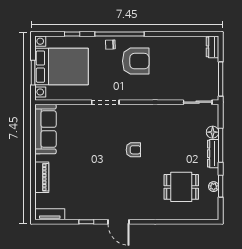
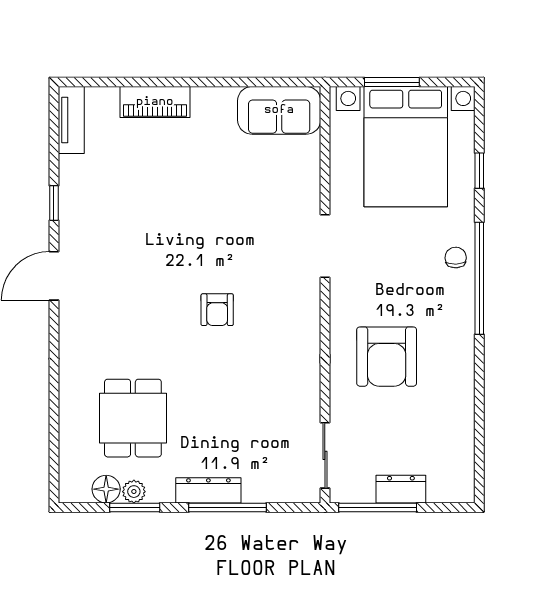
dresser: (213, 47) -> (401, 489), moved
armchair: (136, 61) -> (387, 357), moved
sofa: (45, 129) -> (279, 110), width x0.73
floor lamp: (213, 132) -> (106, 489), moved

